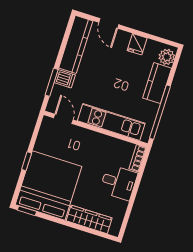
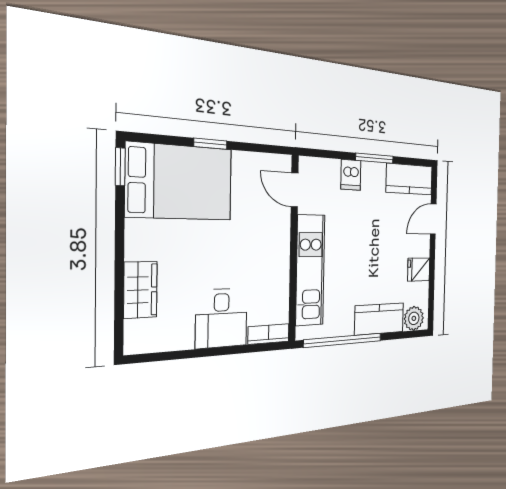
kitchen counter: (76, 44) -> (409, 179), width x0.67
window: (52, 82) -> (375, 158), moved
door: (63, 119) -> (295, 190), swing flipped
bed: (49, 186) -> (180, 182), width x0.73
wardrobe: (89, 219) -> (140, 290), width x0.67

